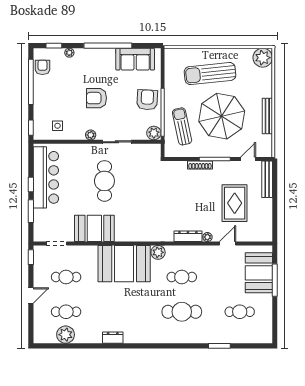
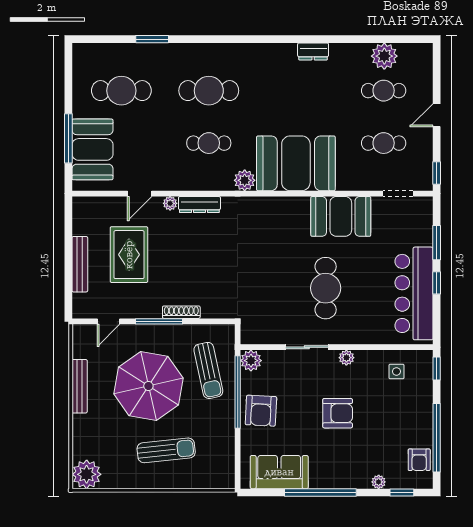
sun lounger: (210, 74) -> (166, 450), width x0.73, depth x0.75
bench: (267, 179) -> (80, 264), moved
cafe table: (240, 312) -> (121, 91), width x1.37, depth x1.35

